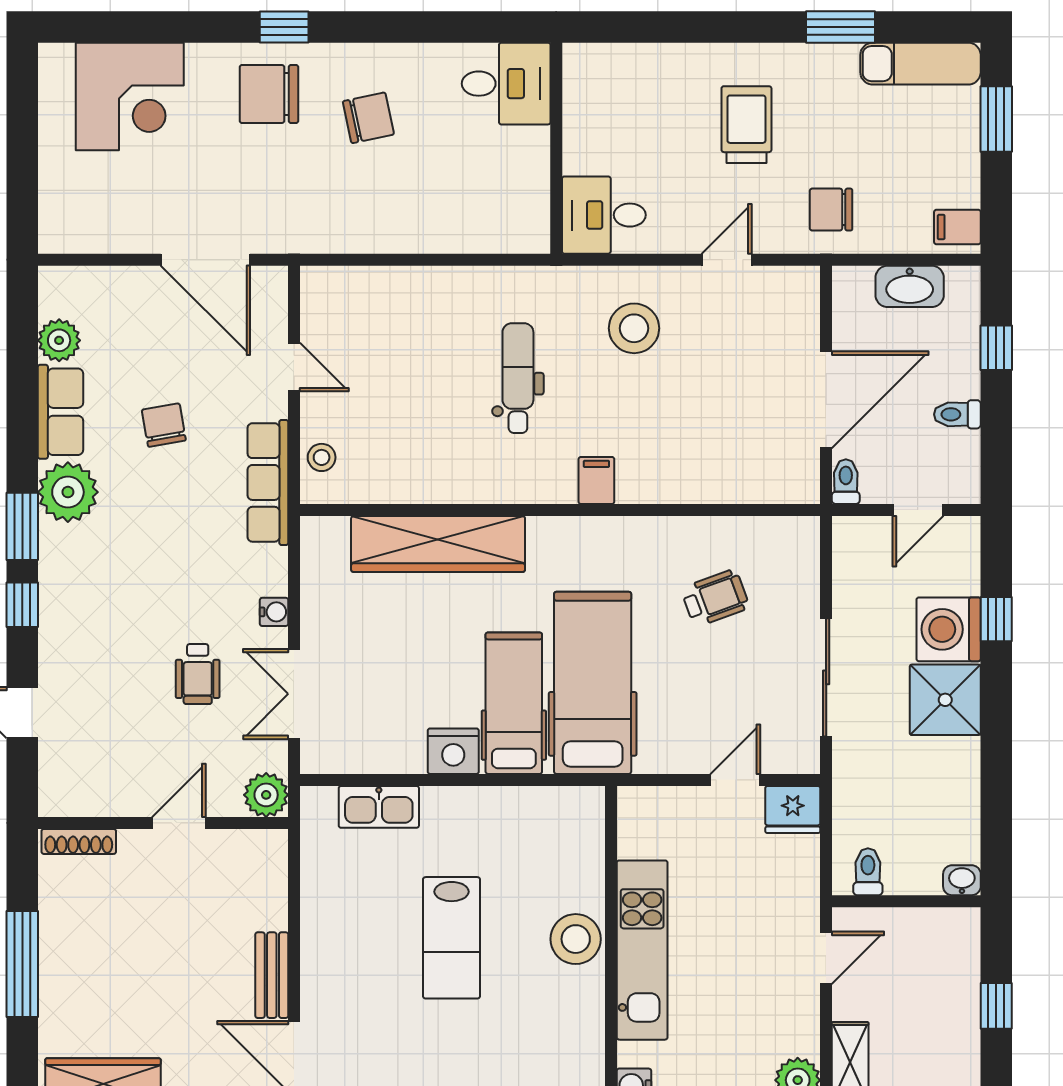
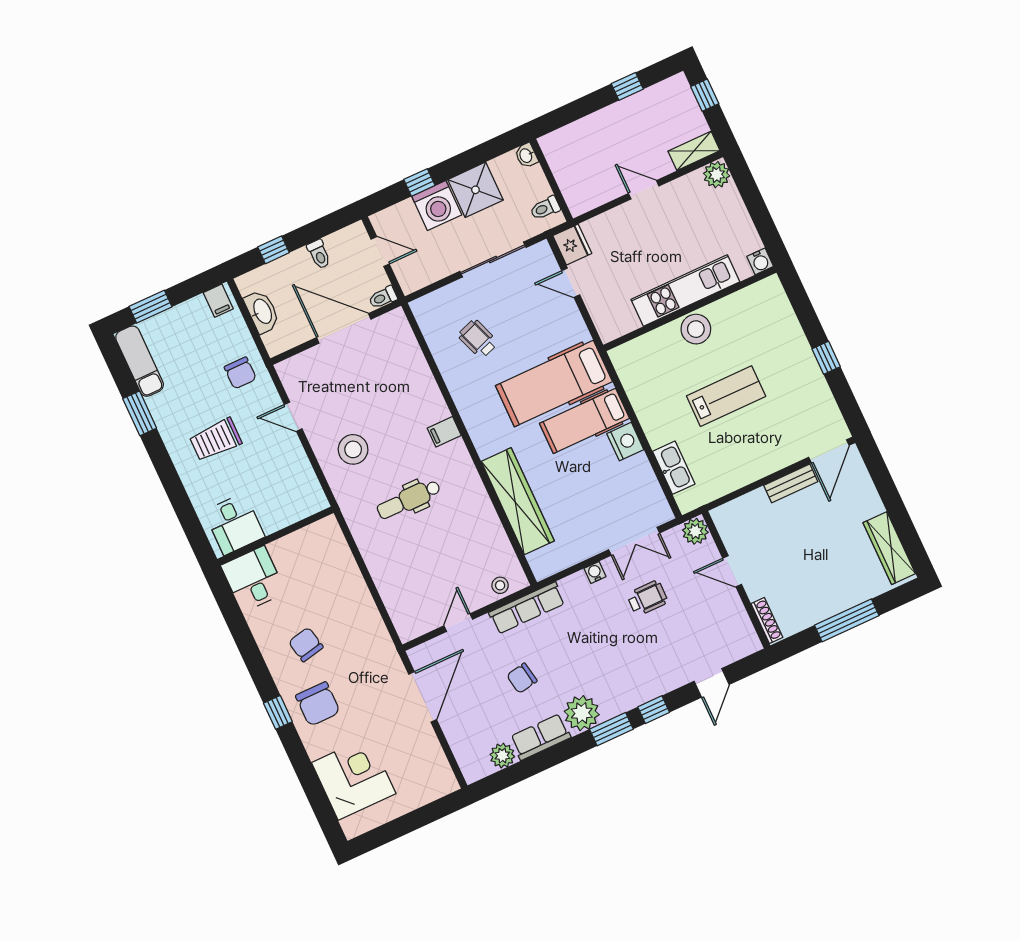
desk: (604, 215) -> (234, 524), moved
toilet: (868, 872) -> (545, 208), moved
washbasin: (962, 880) -> (526, 155), moved
wall: (906, 901) -> (551, 180), moved

